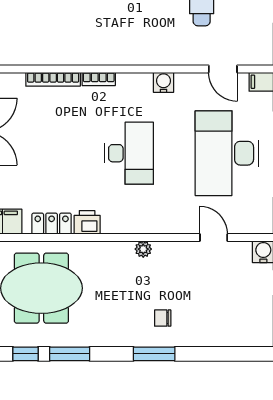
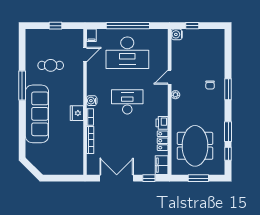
fridge: (107, 53) -> (77, 113), added
water cooler: (163, 82) -> (92, 101), moved
door: (214, 237) -> (170, 77), moved

